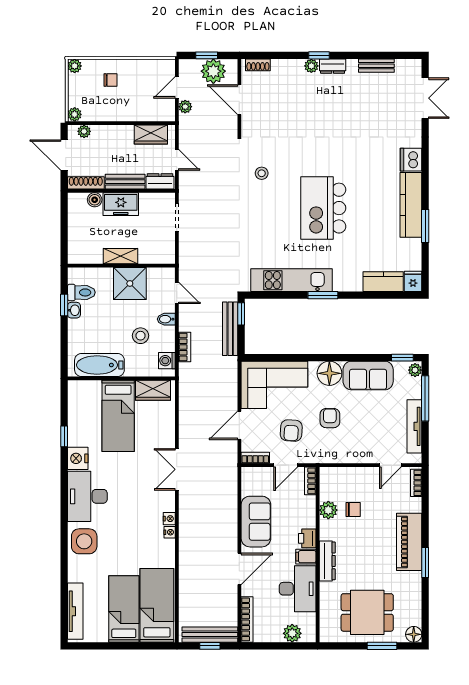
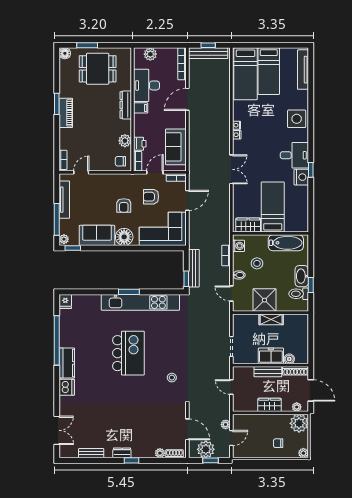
plant: (311, 66) -> (160, 453), moved
double door: (425, 98) -> (57, 430), swing flipped
plant: (75, 114) -> (299, 423), width x1.87, depth x1.87
wardrobe: (151, 134) -> (270, 405), moved
dresser: (160, 181) -> (243, 372), removed
kitchen counter: (411, 205) -> (67, 363), width x0.67
window: (425, 226) -> (57, 340), width x2.11
kitchen unit: (292, 280) -> (140, 302), width x1.36
kitchen counter: (383, 282) -> (86, 301), removed
washbasin: (74, 310) -> (302, 276), width x1.91, depth x1.45
armchair: (291, 431) -> (151, 197), turned -93
window: (64, 436) -> (311, 170), moved
desk: (87, 496) -> (294, 155), width x0.73
chair: (353, 510) -> (120, 161), moved
sofa: (256, 522) -> (176, 147), moved
printer: (307, 538) -> (140, 144), moved
piano: (409, 542) -> (66, 113), width x0.73, depth x0.75

